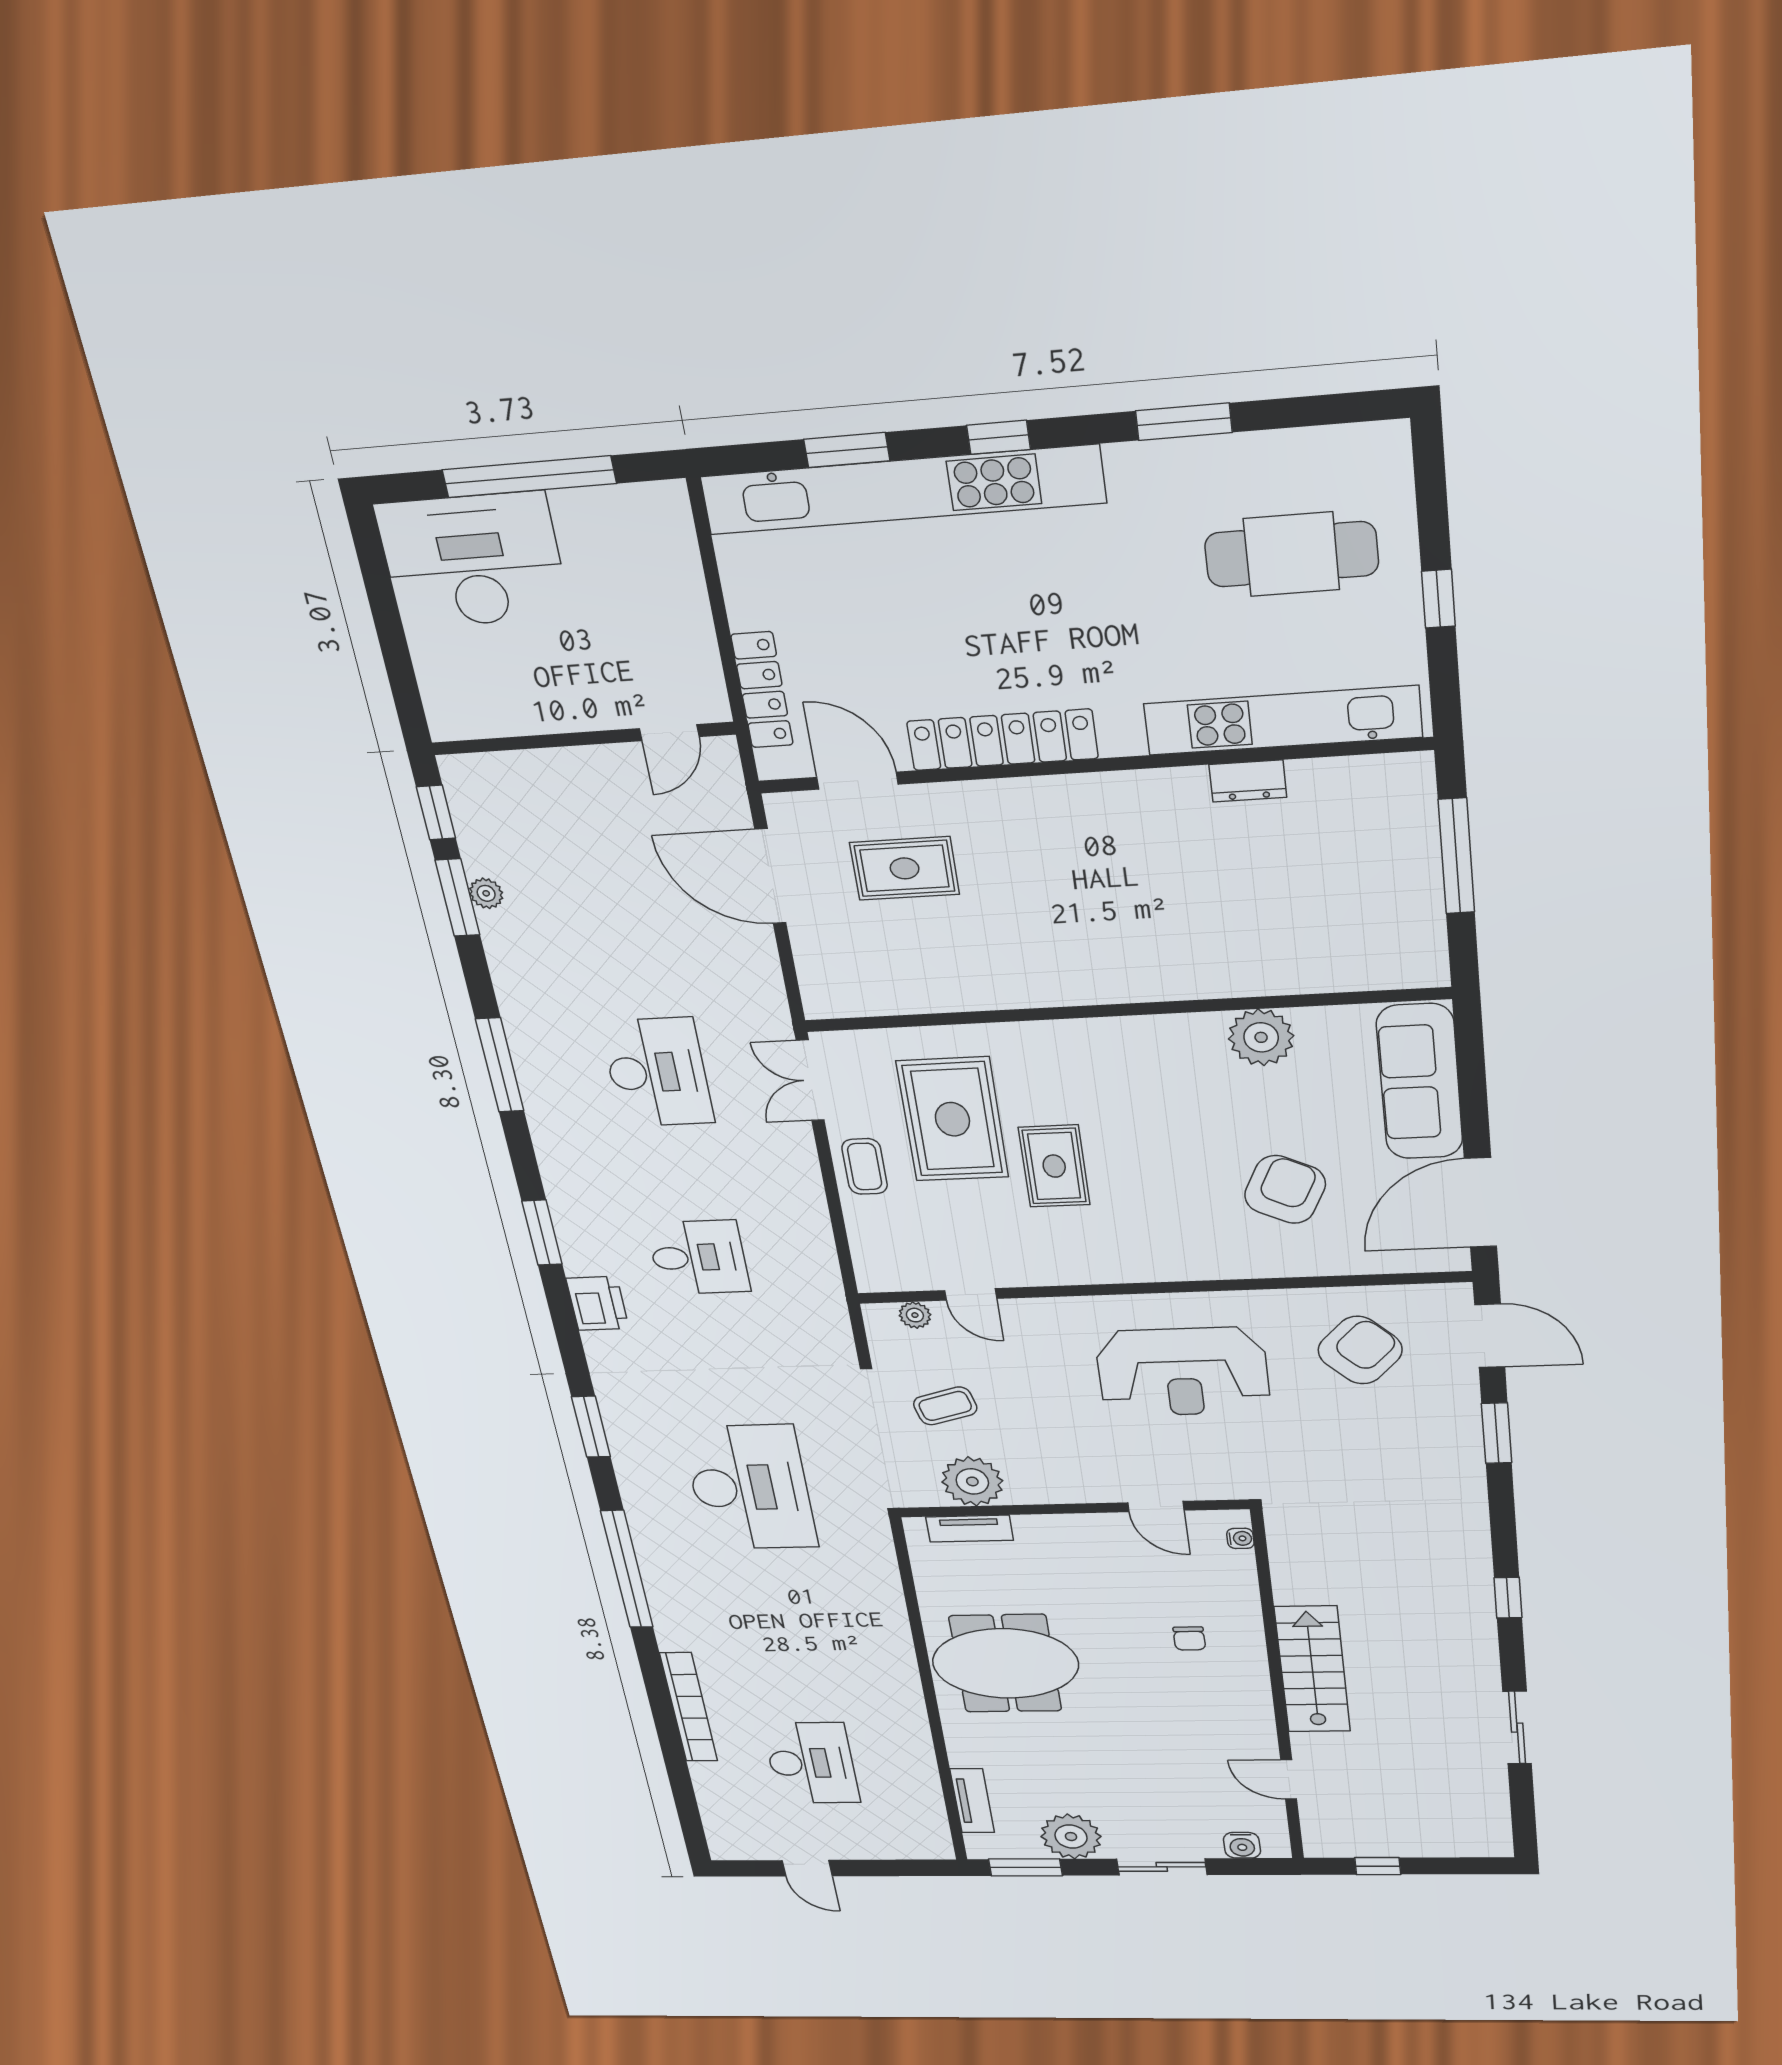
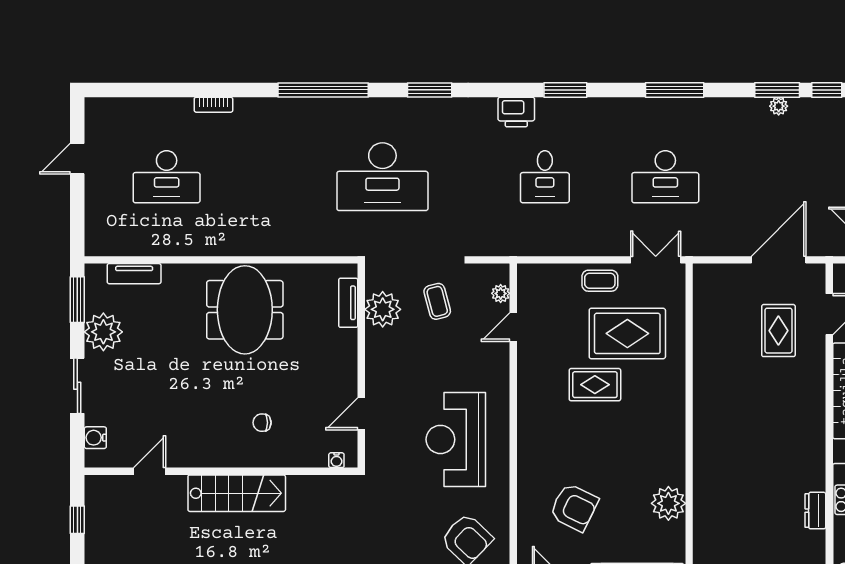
bookcase: (689, 1707) -> (213, 105), width x0.43, depth x0.76

